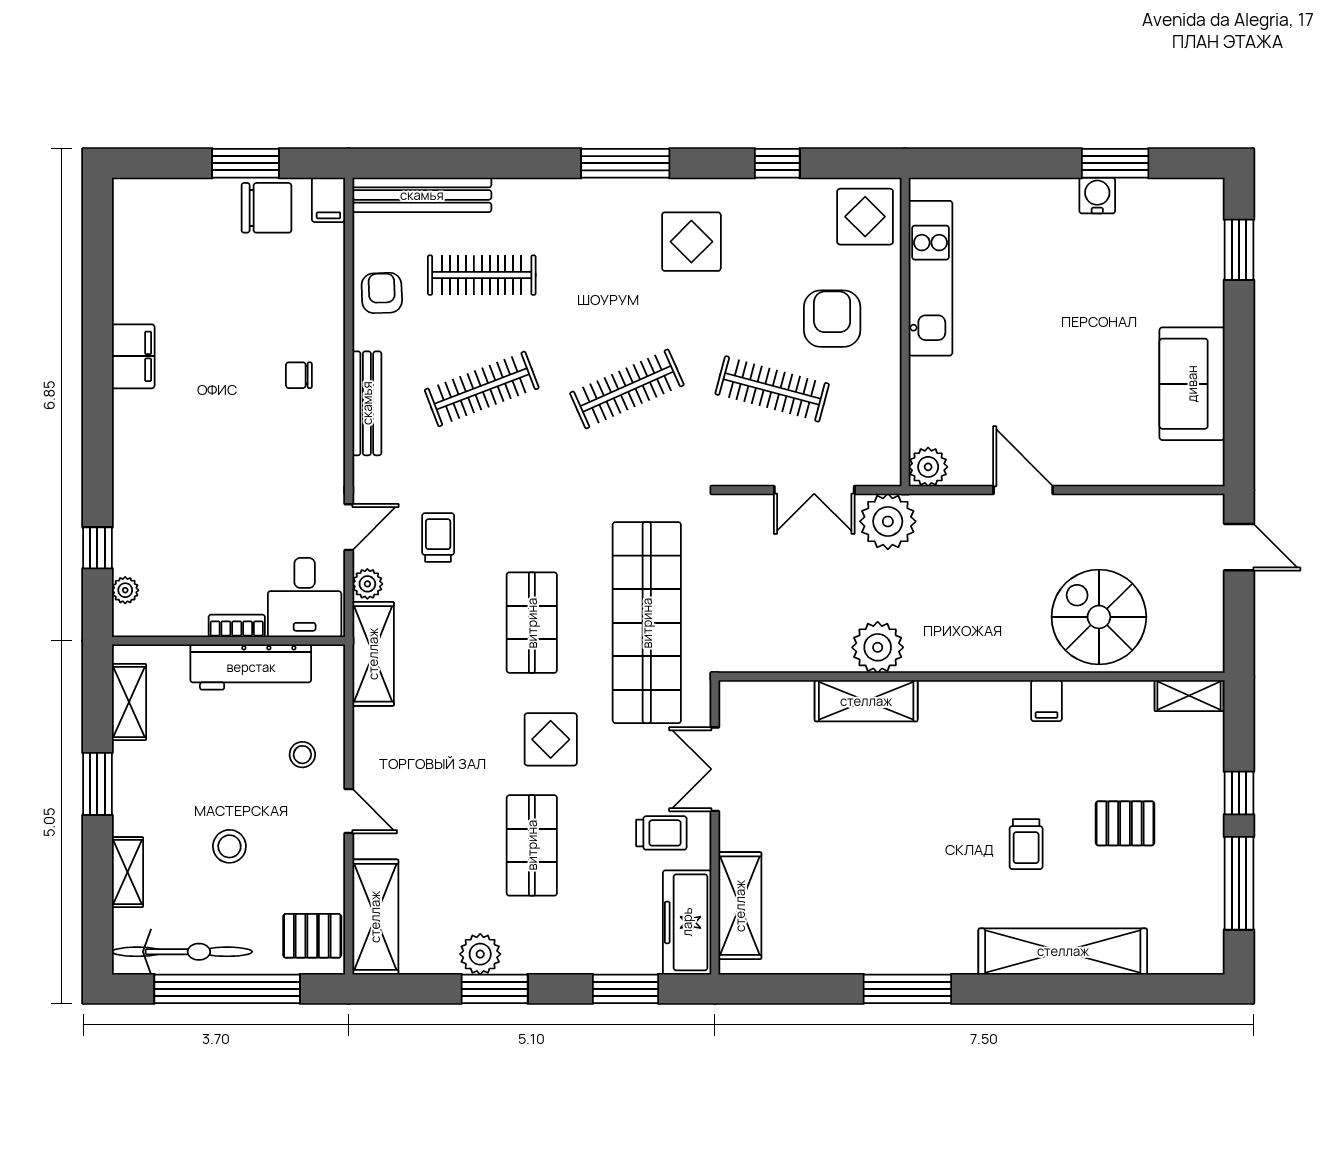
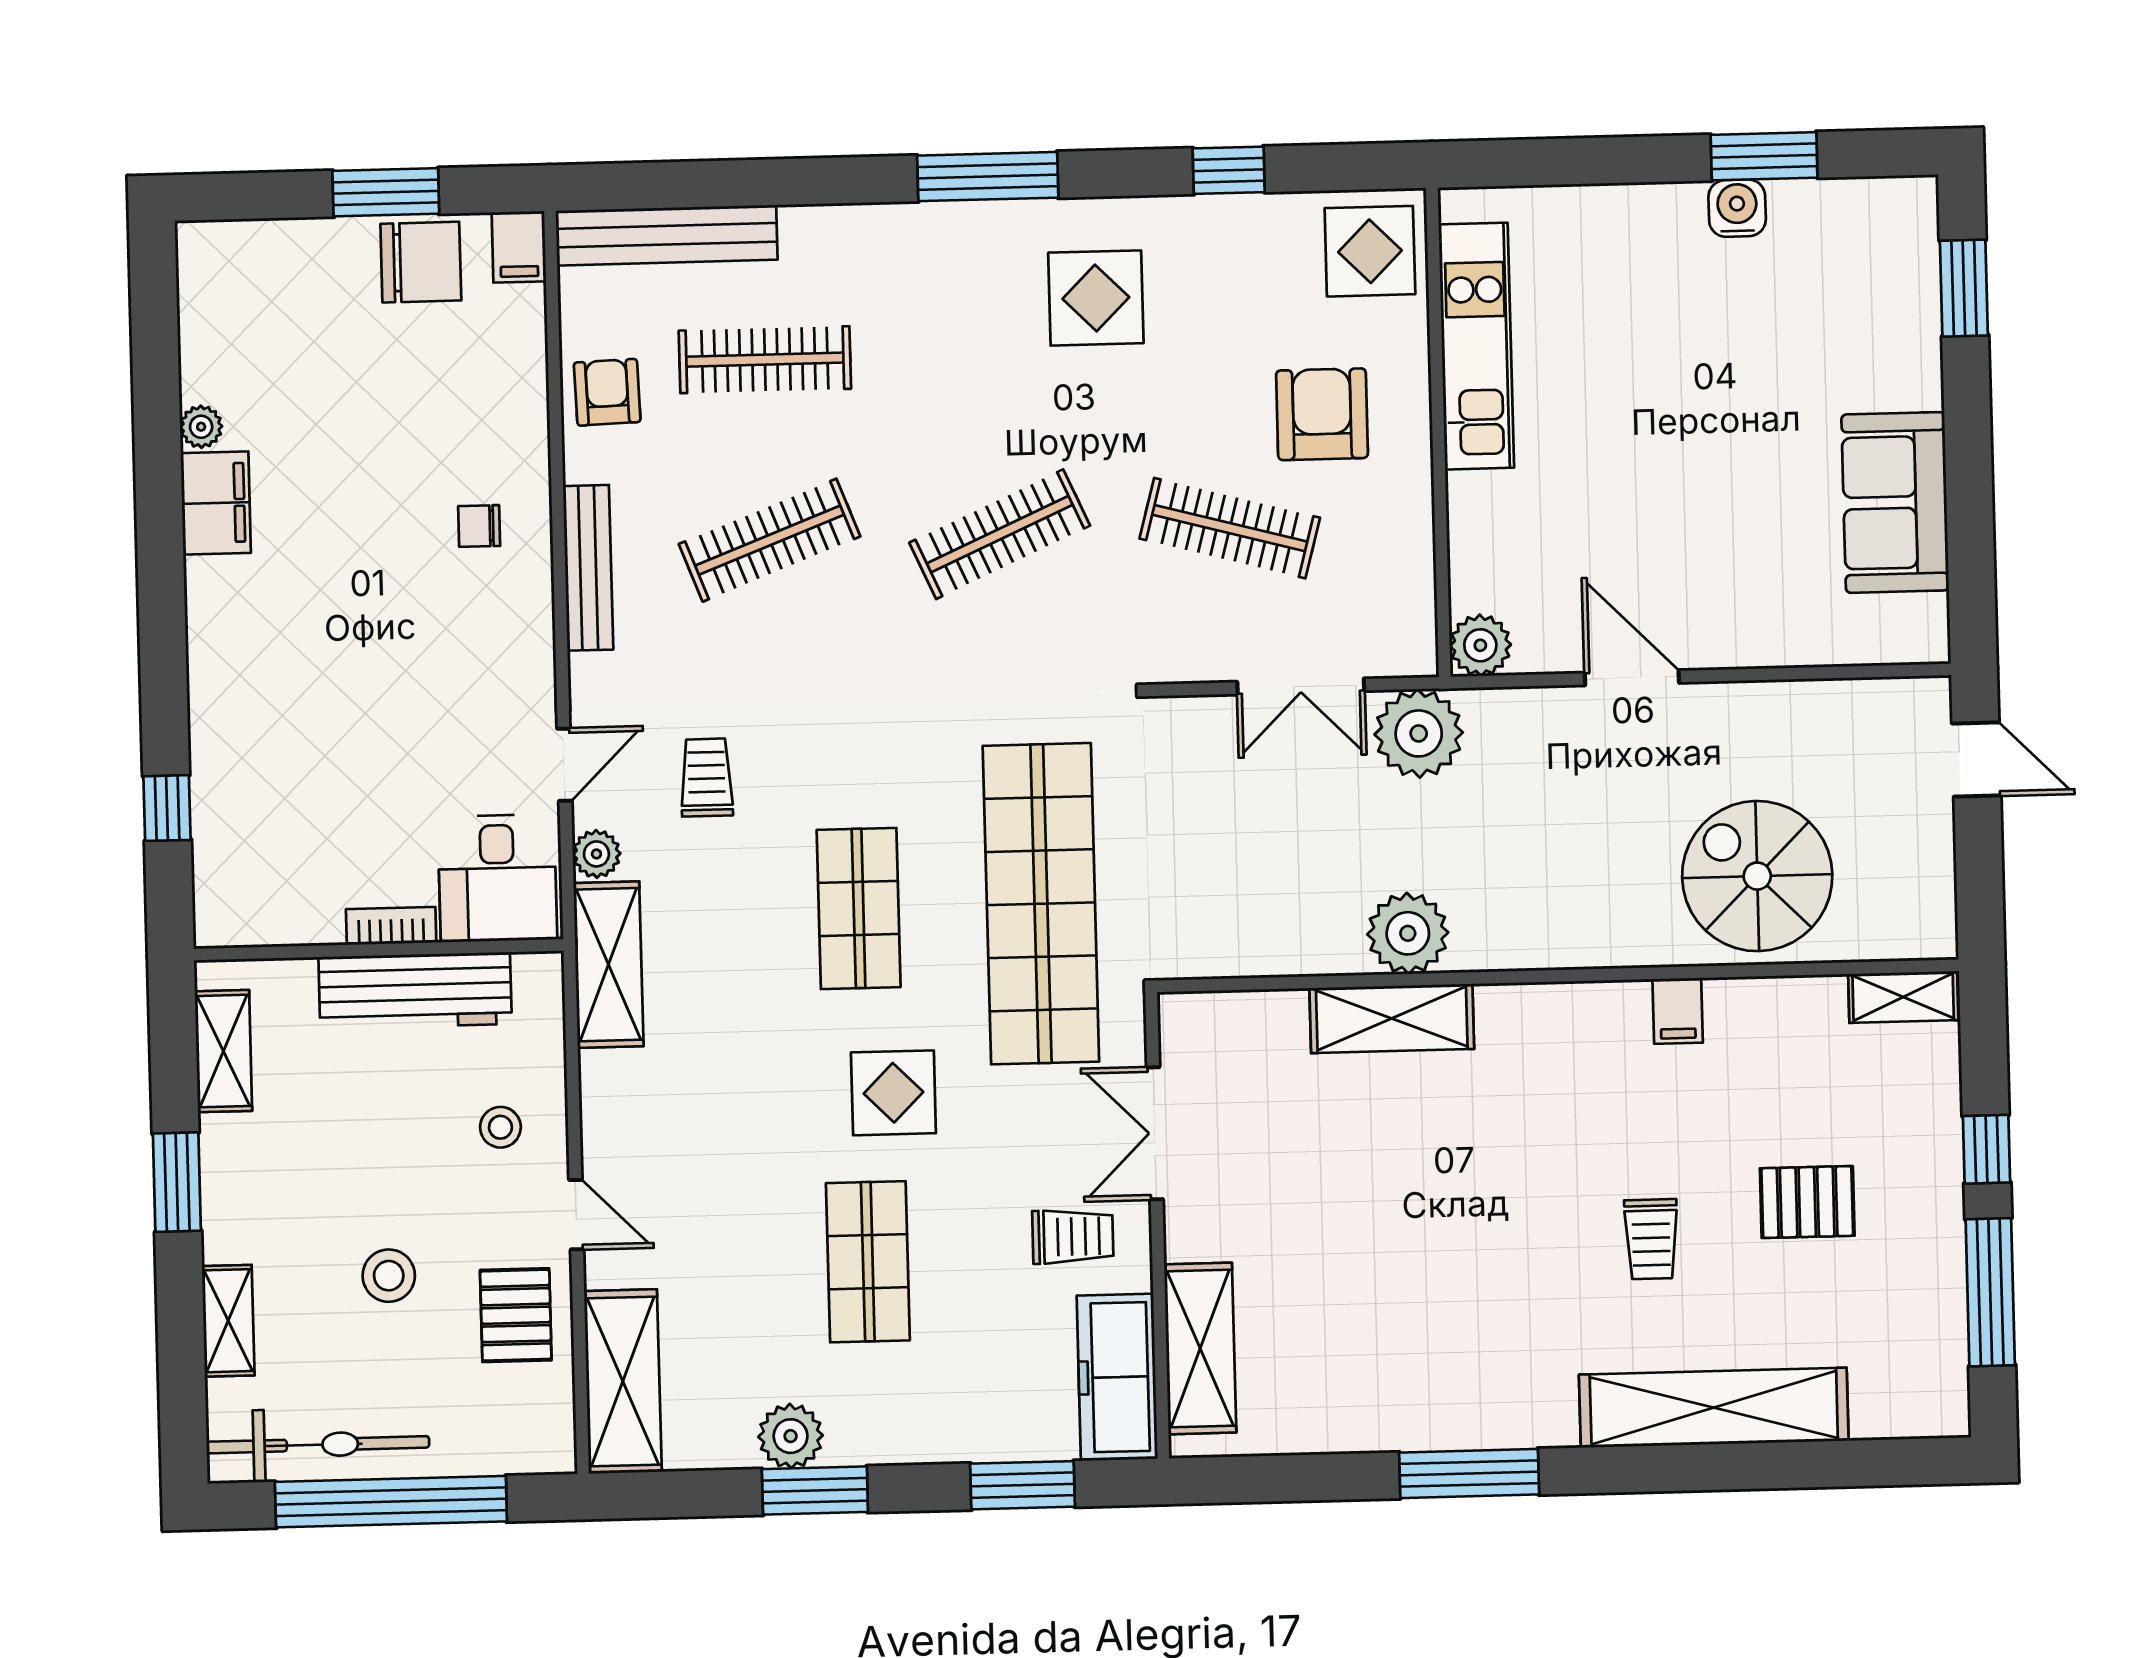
plant: (125, 590) -> (201, 427), moved
pallet: (312, 936) -> (516, 1315), moved, turned 90

